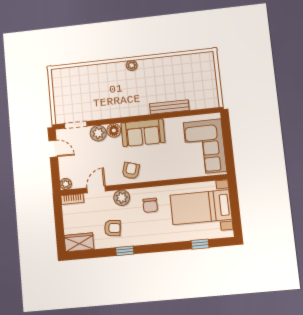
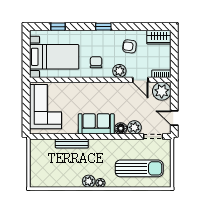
plant: (145, 66) -> (89, 181), added
sun lounger: (89, 87) -> (139, 168), added
armchair: (131, 171) -> (110, 93), removed
plant: (66, 184) -> (162, 91), width x1.88, depth x1.88
door: (96, 189) -> (140, 80), hinge flipped
window: (125, 251) -> (103, 27), moved

